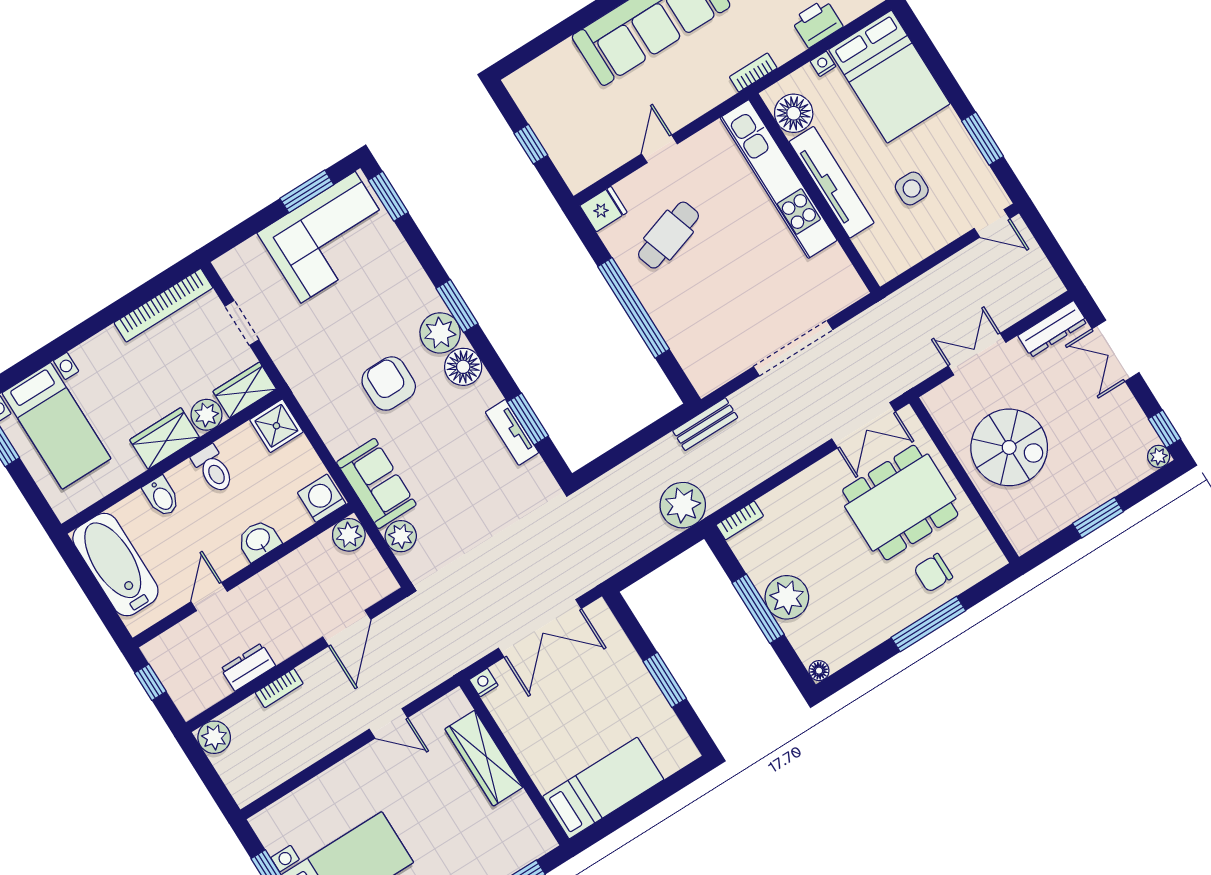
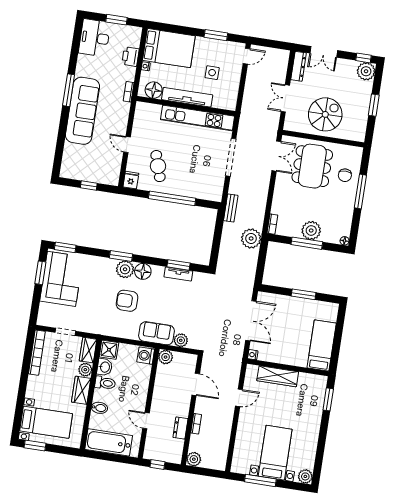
kitchen unit: (779, 179) -> (198, 118), moved
plant: (1159, 456) -> (366, 71), width x1.88, depth x1.88
washbasin: (258, 540) -> (105, 367), moved, turned 180

